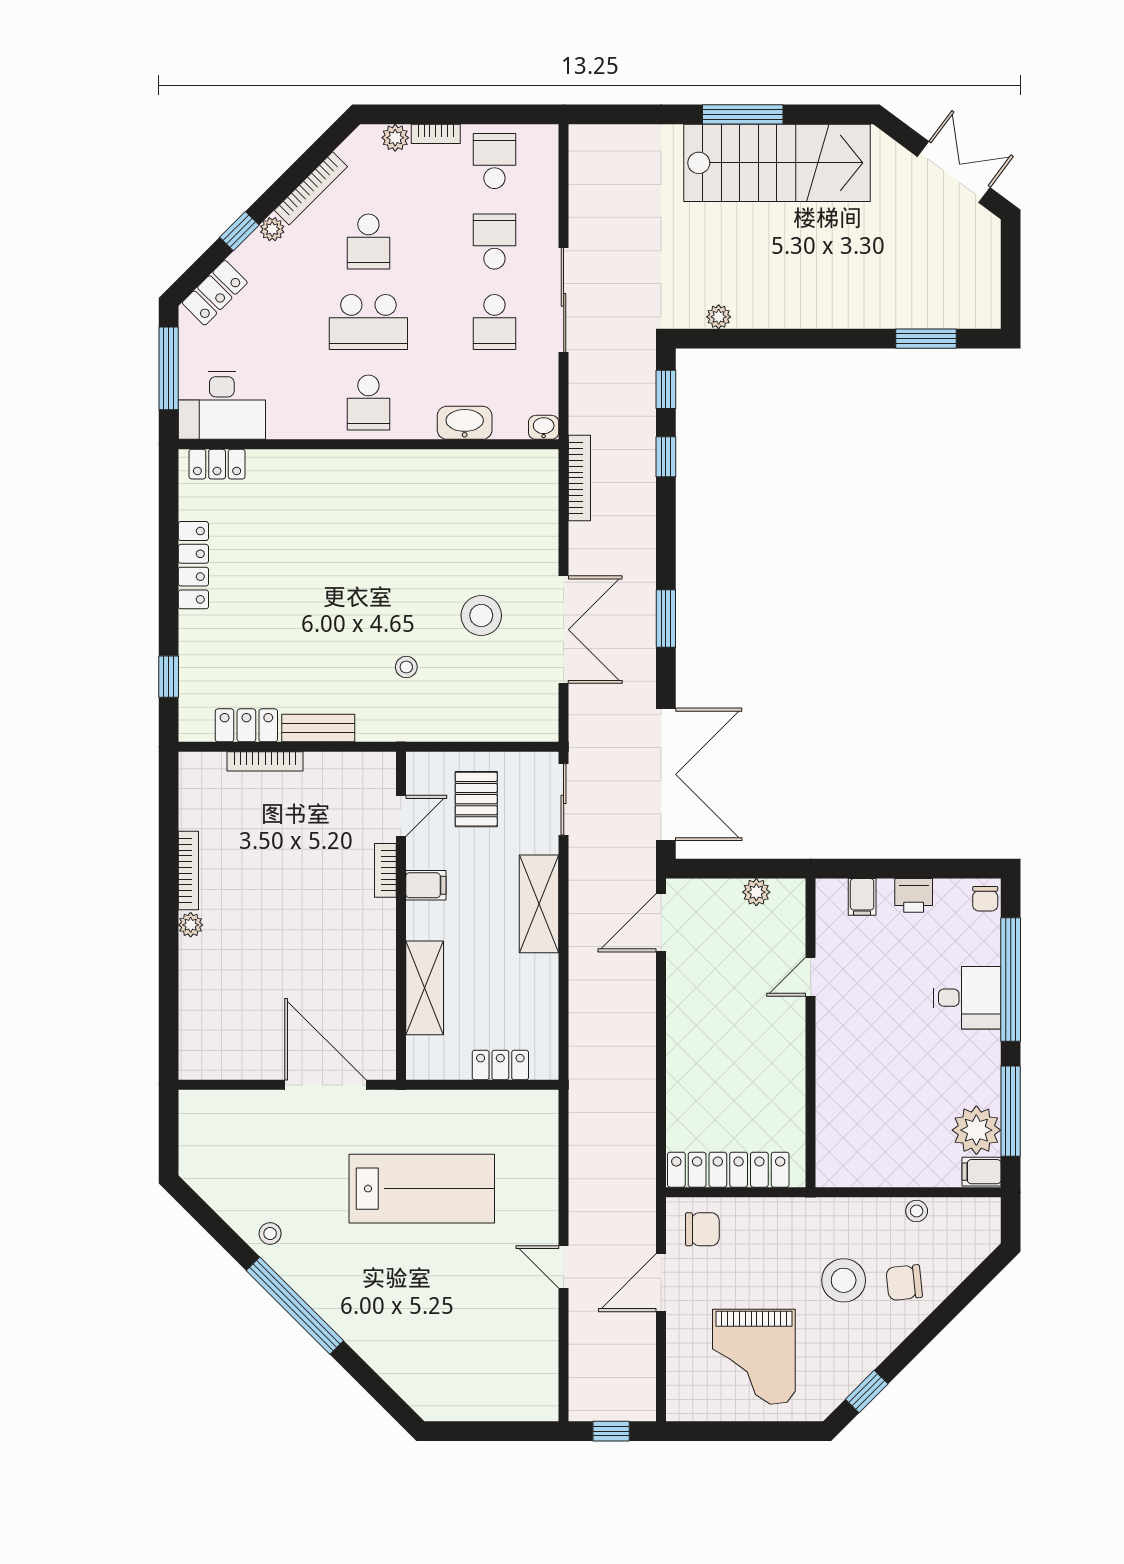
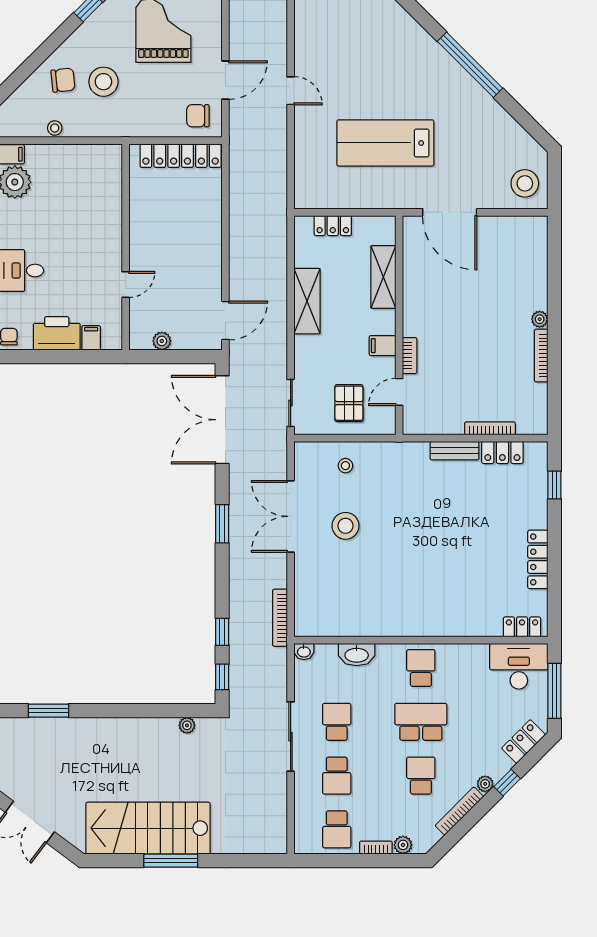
stool: (406, 667) -> (345, 466), moved
printer: (914, 895) -> (57, 333), width x1.87, depth x1.48
shelving: (539, 904) -> (307, 301), moved
stool: (270, 1234) -> (525, 183), moved, width x1.89, depth x1.89

